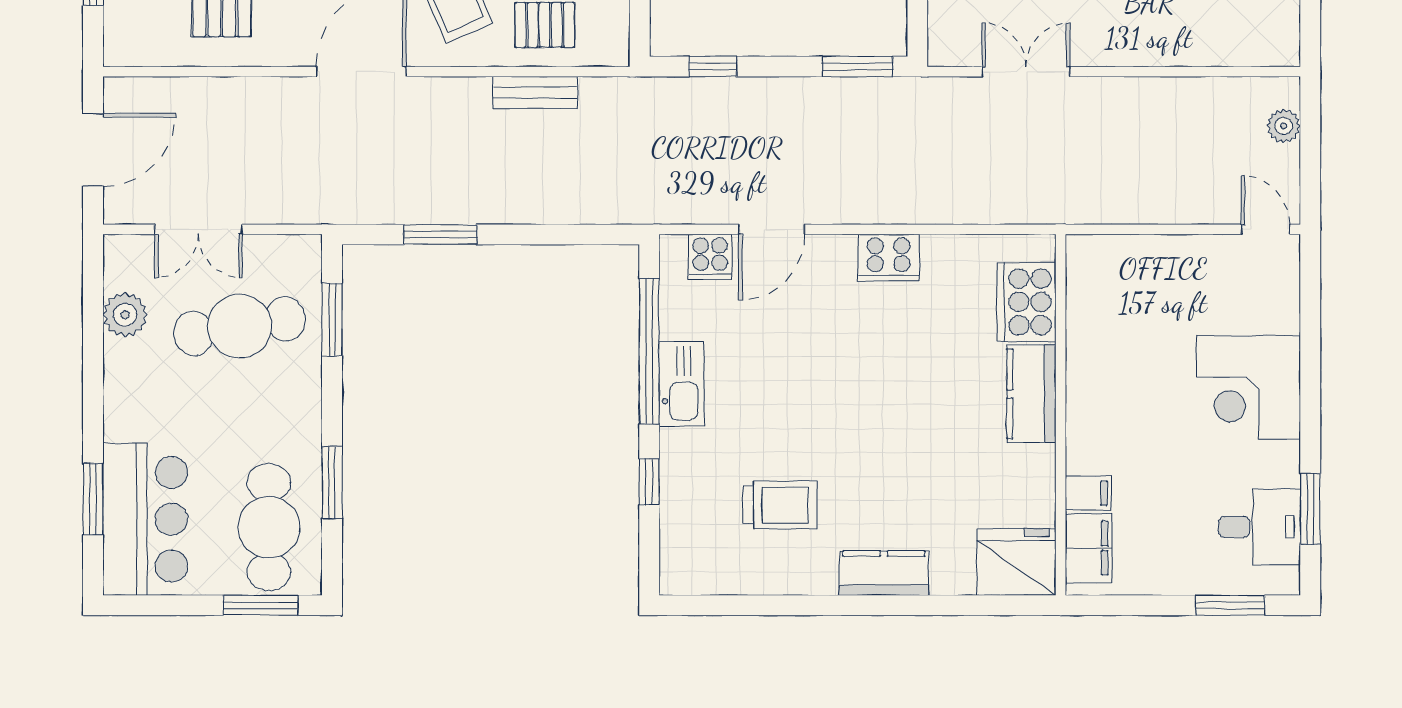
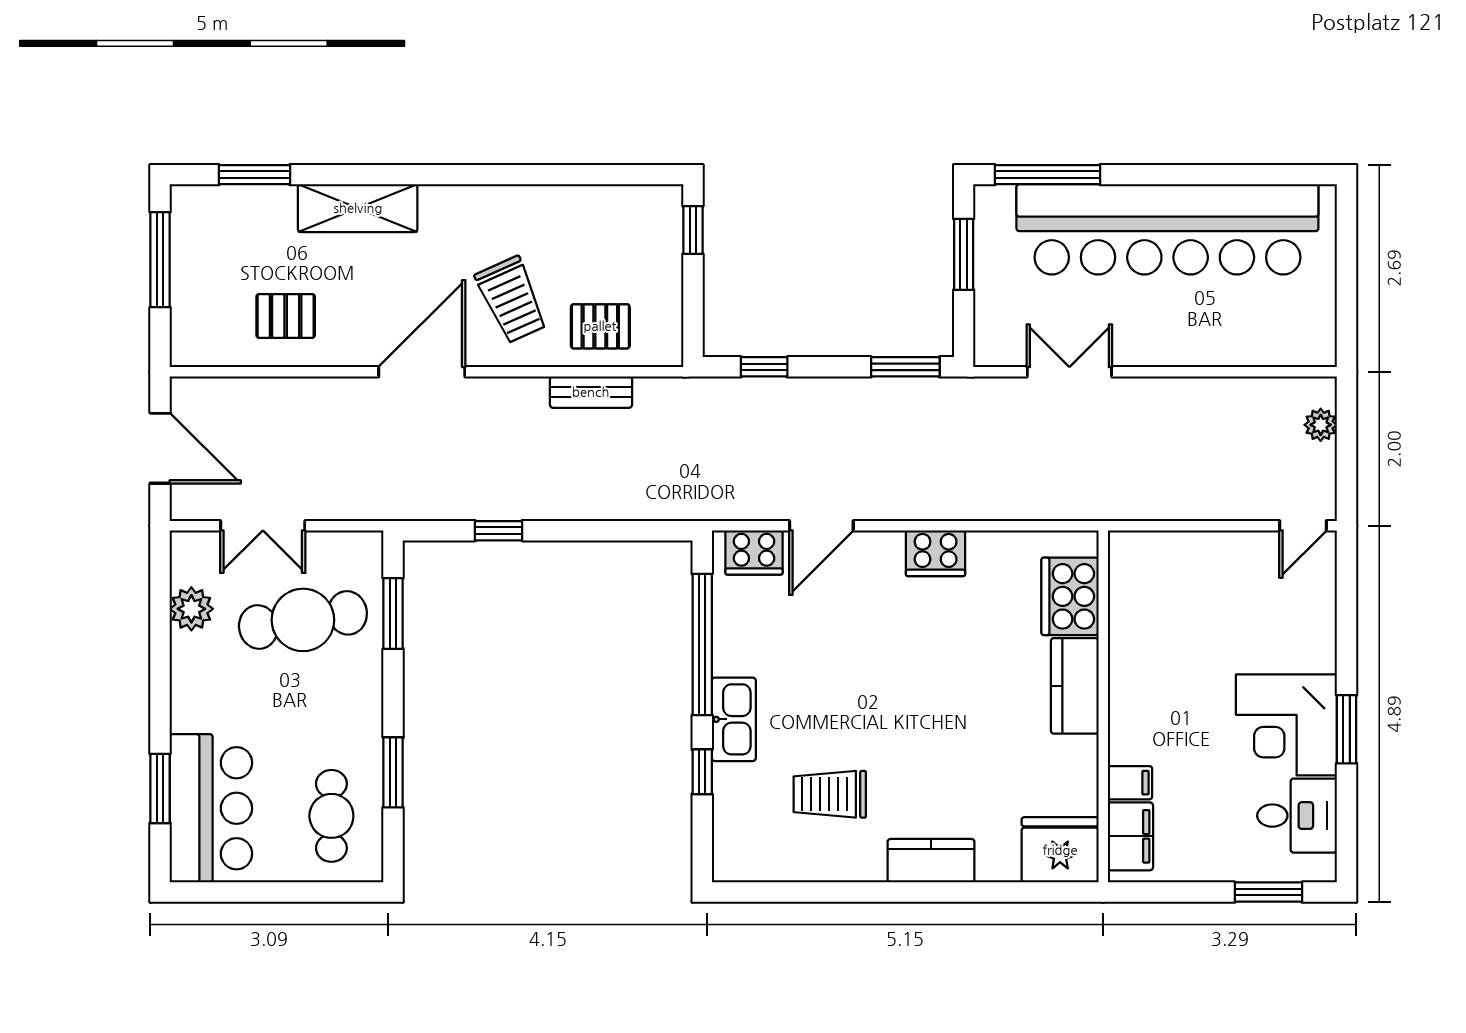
door: (93, 150) -> (160, 448), hinge flipped
door: (1266, 229) -> (1303, 526), swing flipped
window: (440, 235) -> (499, 531), width x0.67
cooker: (710, 257) -> (754, 552), width x1.36
kitchen sink: (682, 384) -> (734, 719), moved
corner desk: (1249, 388) -> (1286, 725), moved
trolley: (780, 505) -> (830, 794), turned 180
window: (1310, 509) -> (1347, 729), moved
cafe table: (269, 527) -> (331, 816), width x0.73, depth x0.74
window: (260, 605) -> (323, 892), removed

